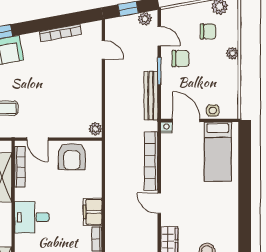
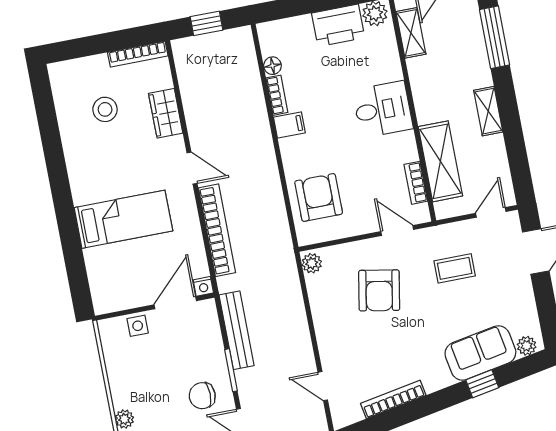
armchair: (56, 103) -> (379, 290), added
door: (186, 120) -> (175, 303), swing flipped
bed: (218, 152) -> (123, 219), moved, turned 90
armchair: (72, 156) -> (319, 197), moved
bookcase: (20, 167) -> (416, 183), width x0.64
filing cabinet: (93, 212) -> (289, 125), width x0.50

